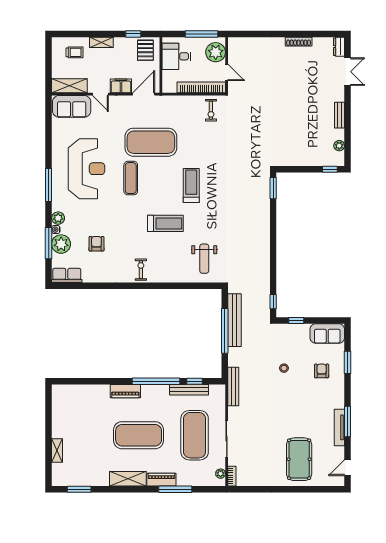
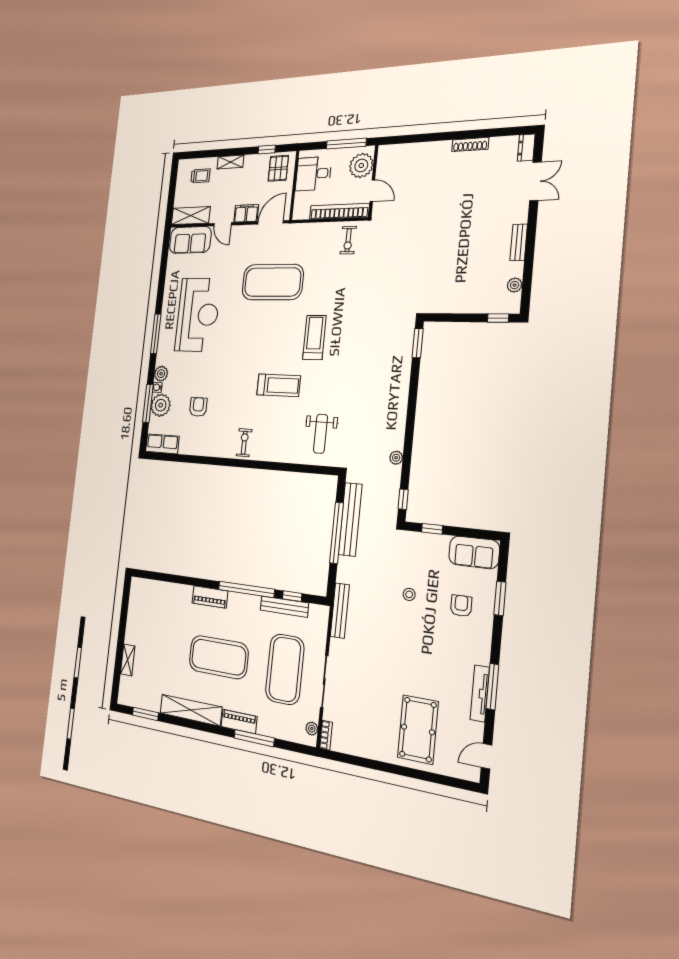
exercise mat: (131, 178) -> (245, 327), removed
plant: (265, 272) -> (396, 458), added
shelving: (128, 479) -> (191, 710), width x1.47

